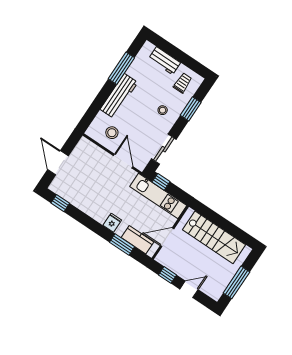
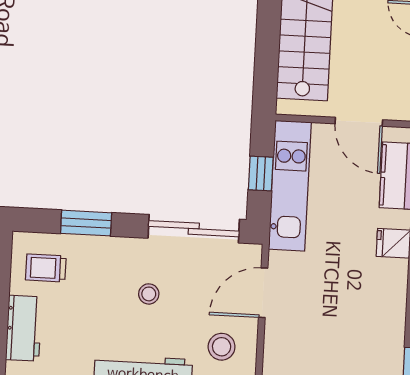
stool: (163, 110) -> (149, 294), moved
sliding door: (164, 149) -> (194, 229), width x1.37
window: (161, 182) -> (261, 173), moved

